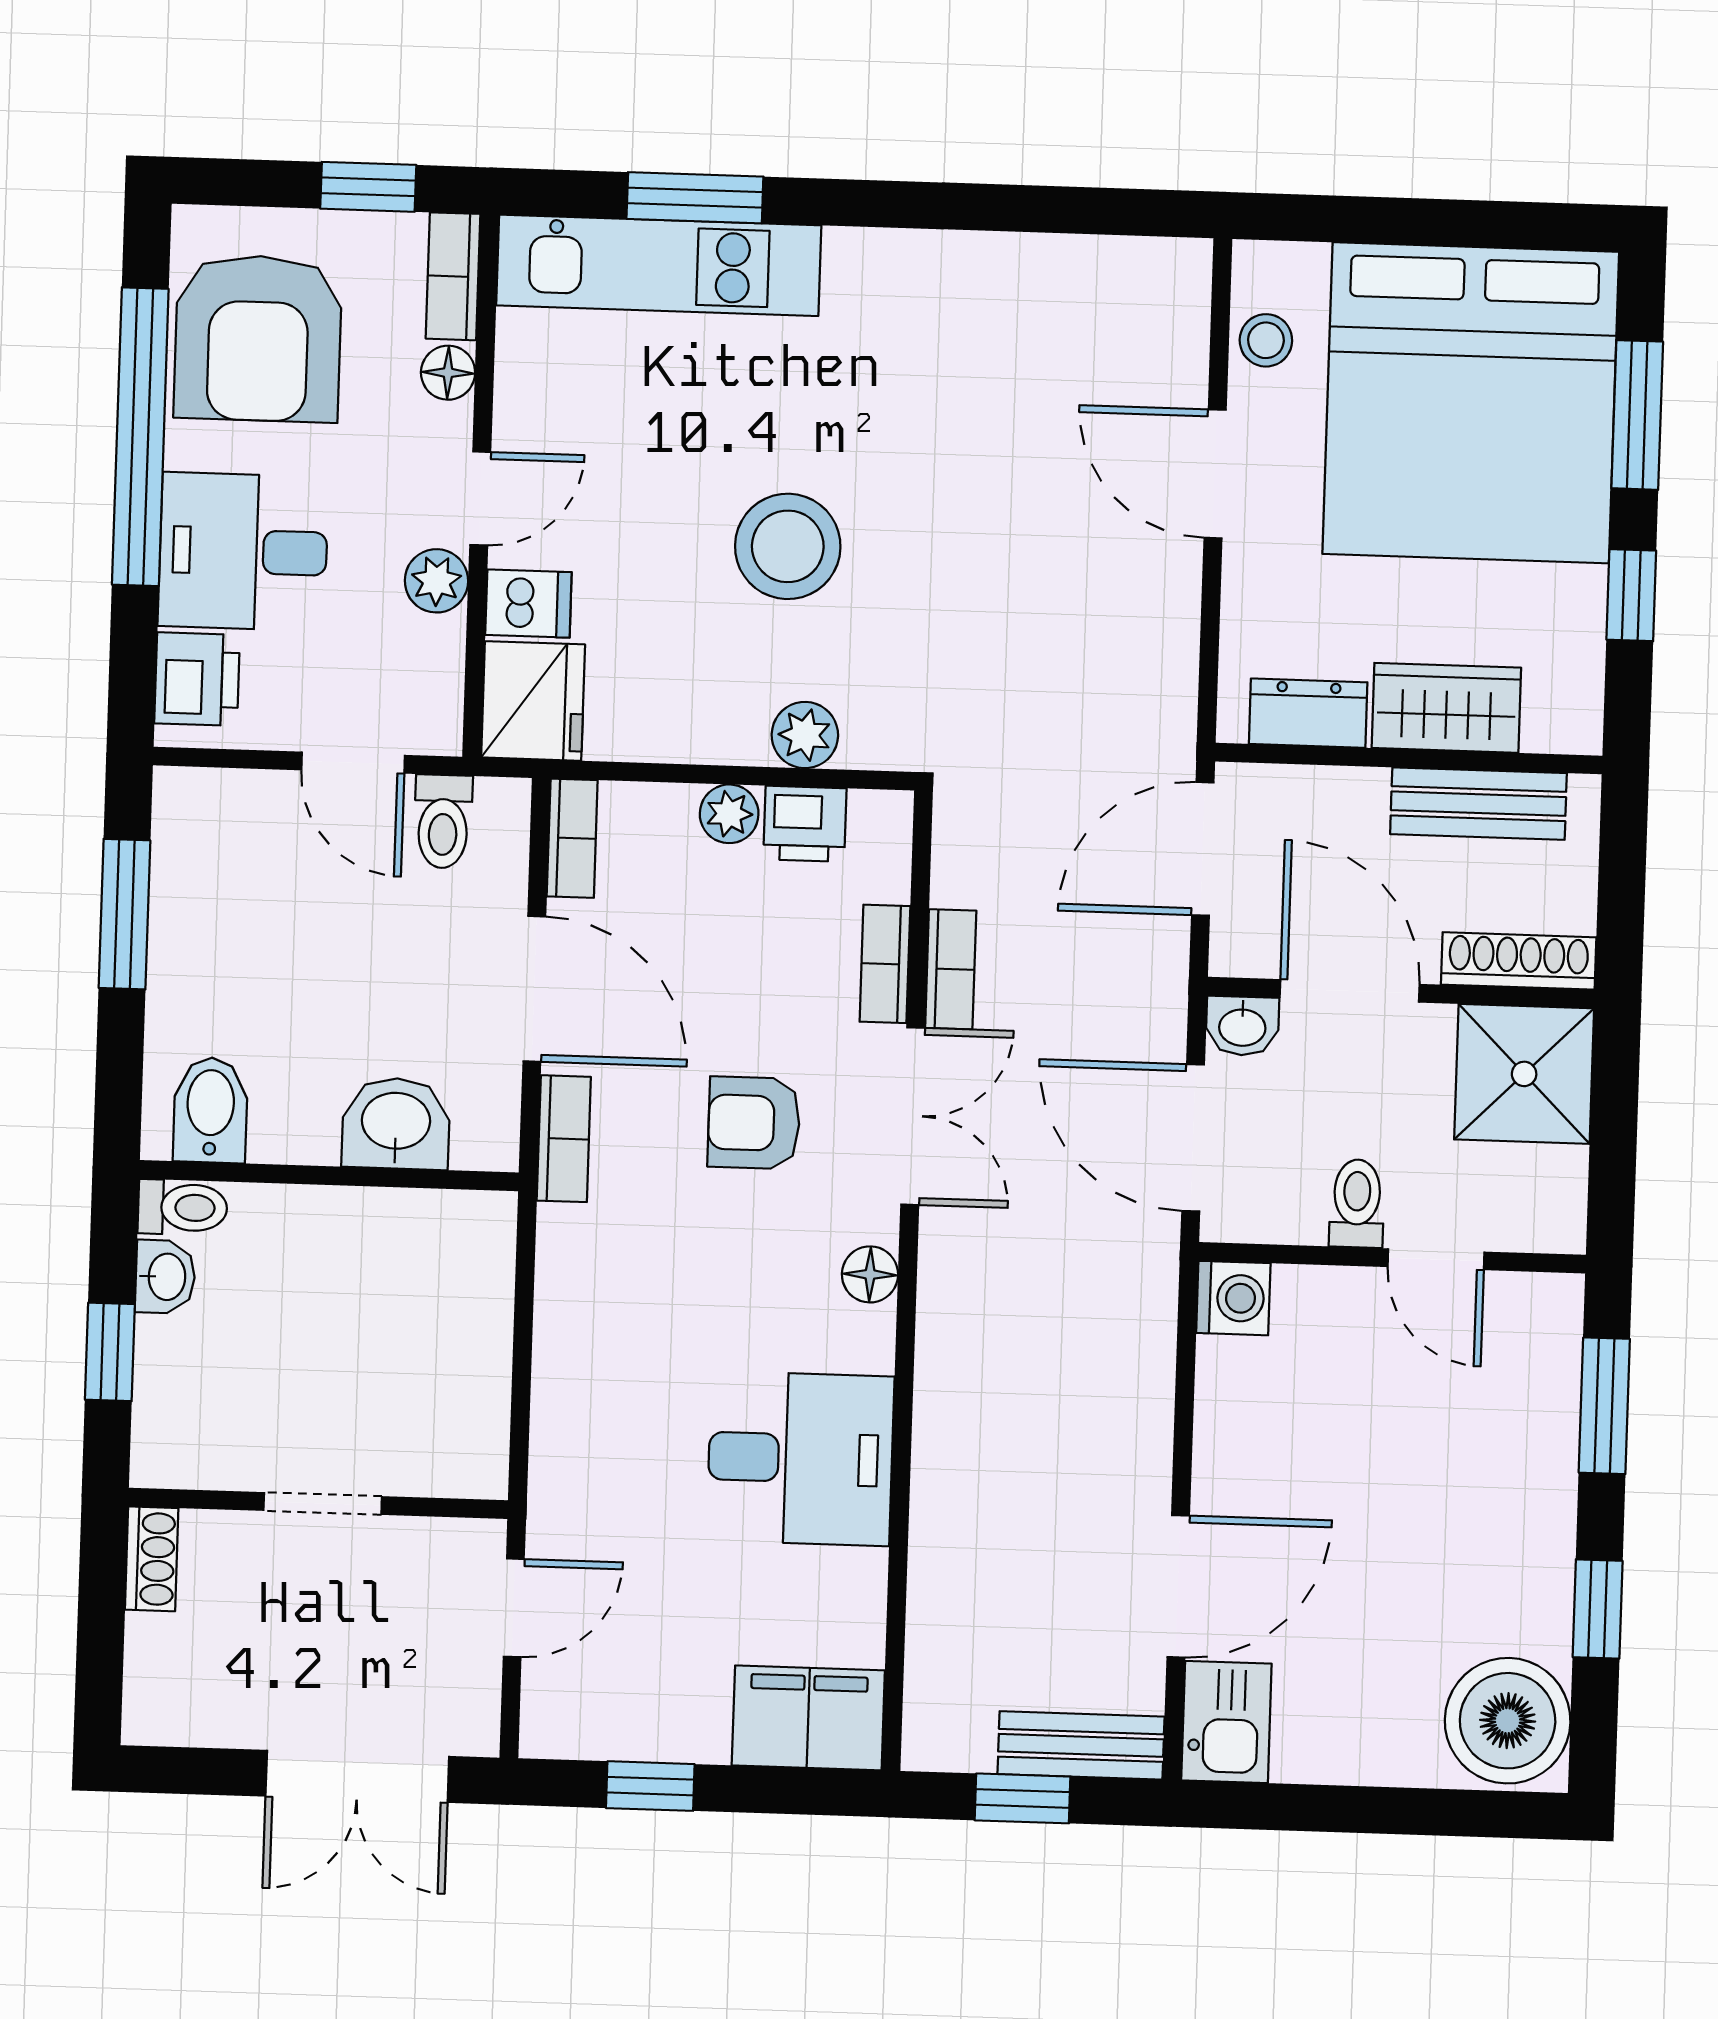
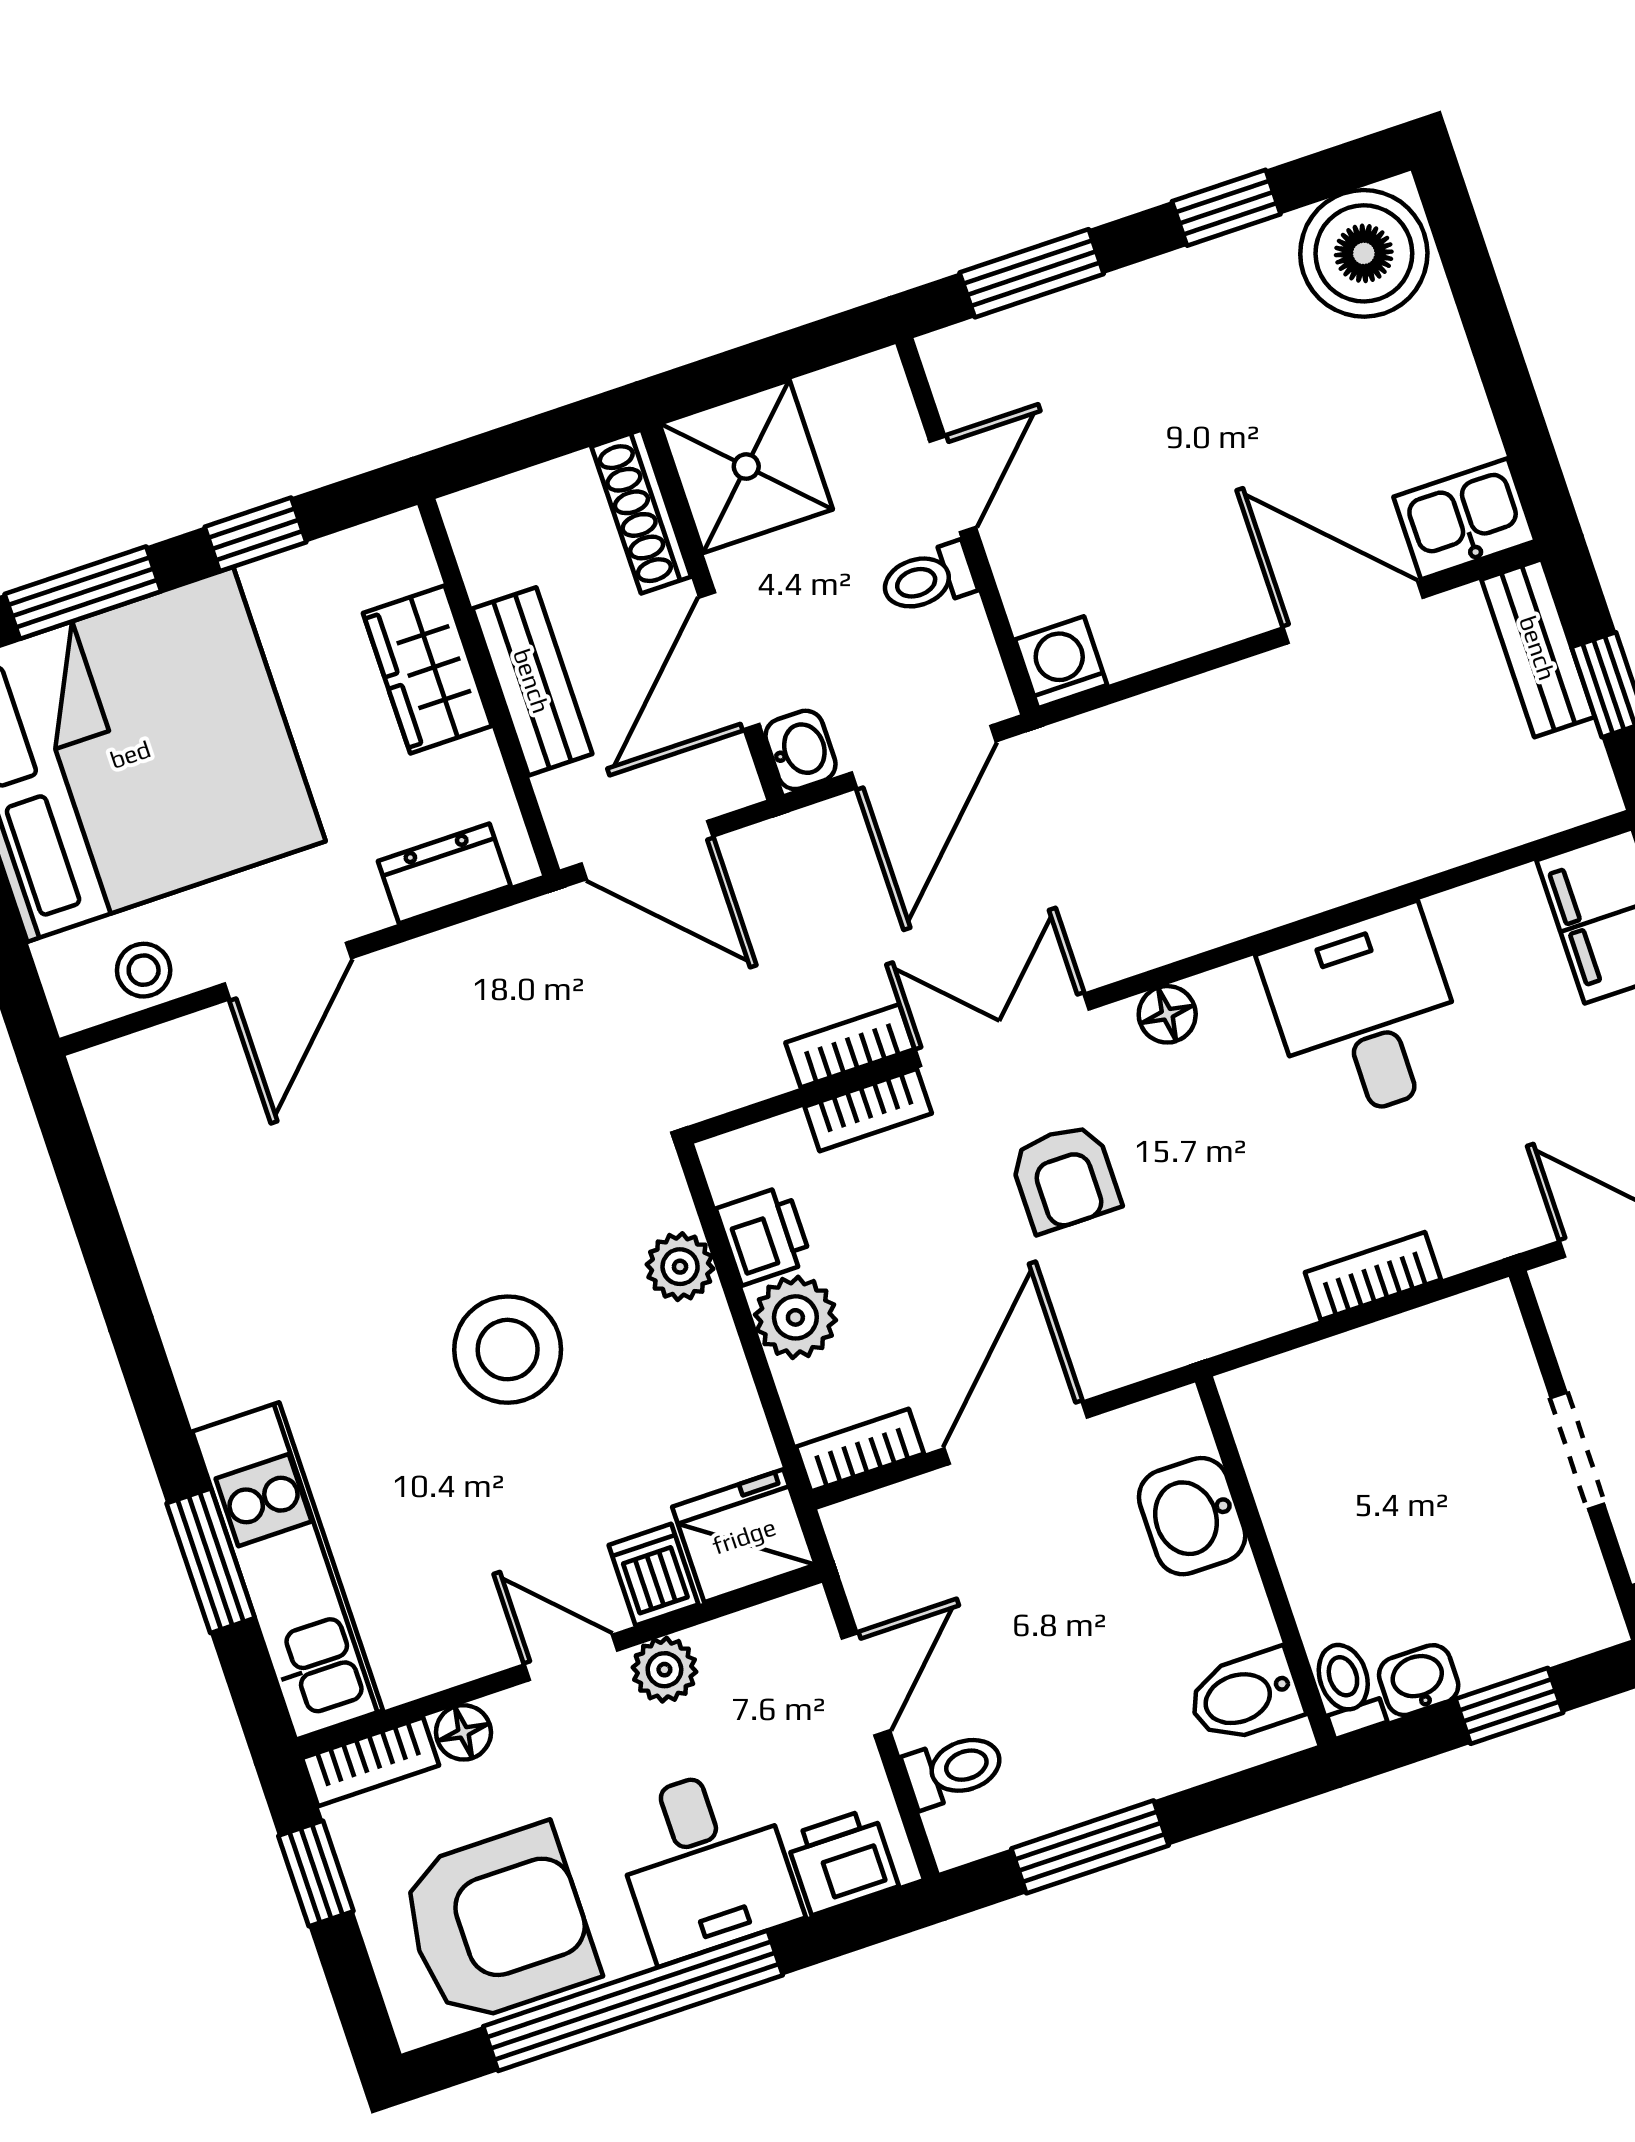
dresser: (1308, 713) -> (444, 873), moved, turned 90
bench: (1478, 804) -> (532, 681), moved
plant: (729, 814) -> (795, 1317), width x1.38, depth x1.38
toilet: (443, 821) -> (954, 1769), moved
bookcase: (564, 1139) -> (1373, 1276), moved

